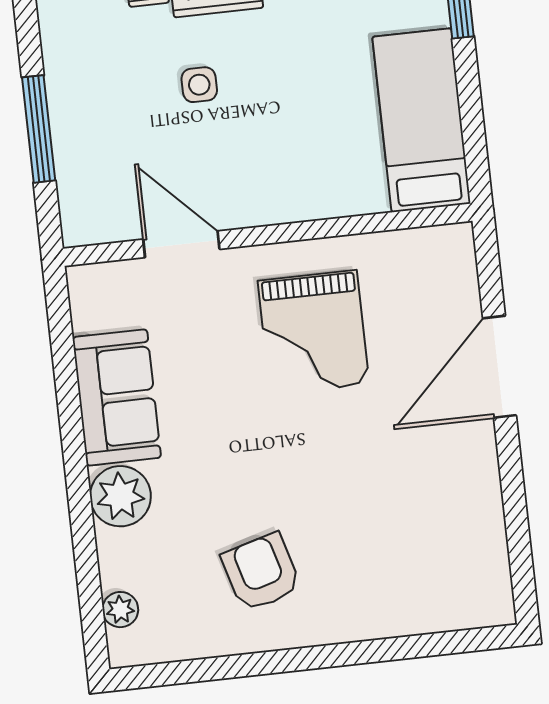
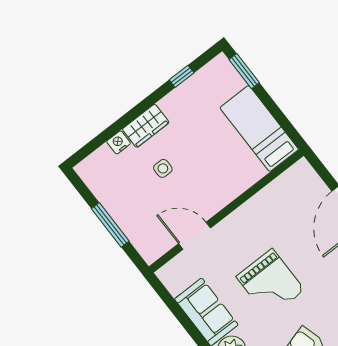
grand piano: (313, 332) -> (270, 283), moved

